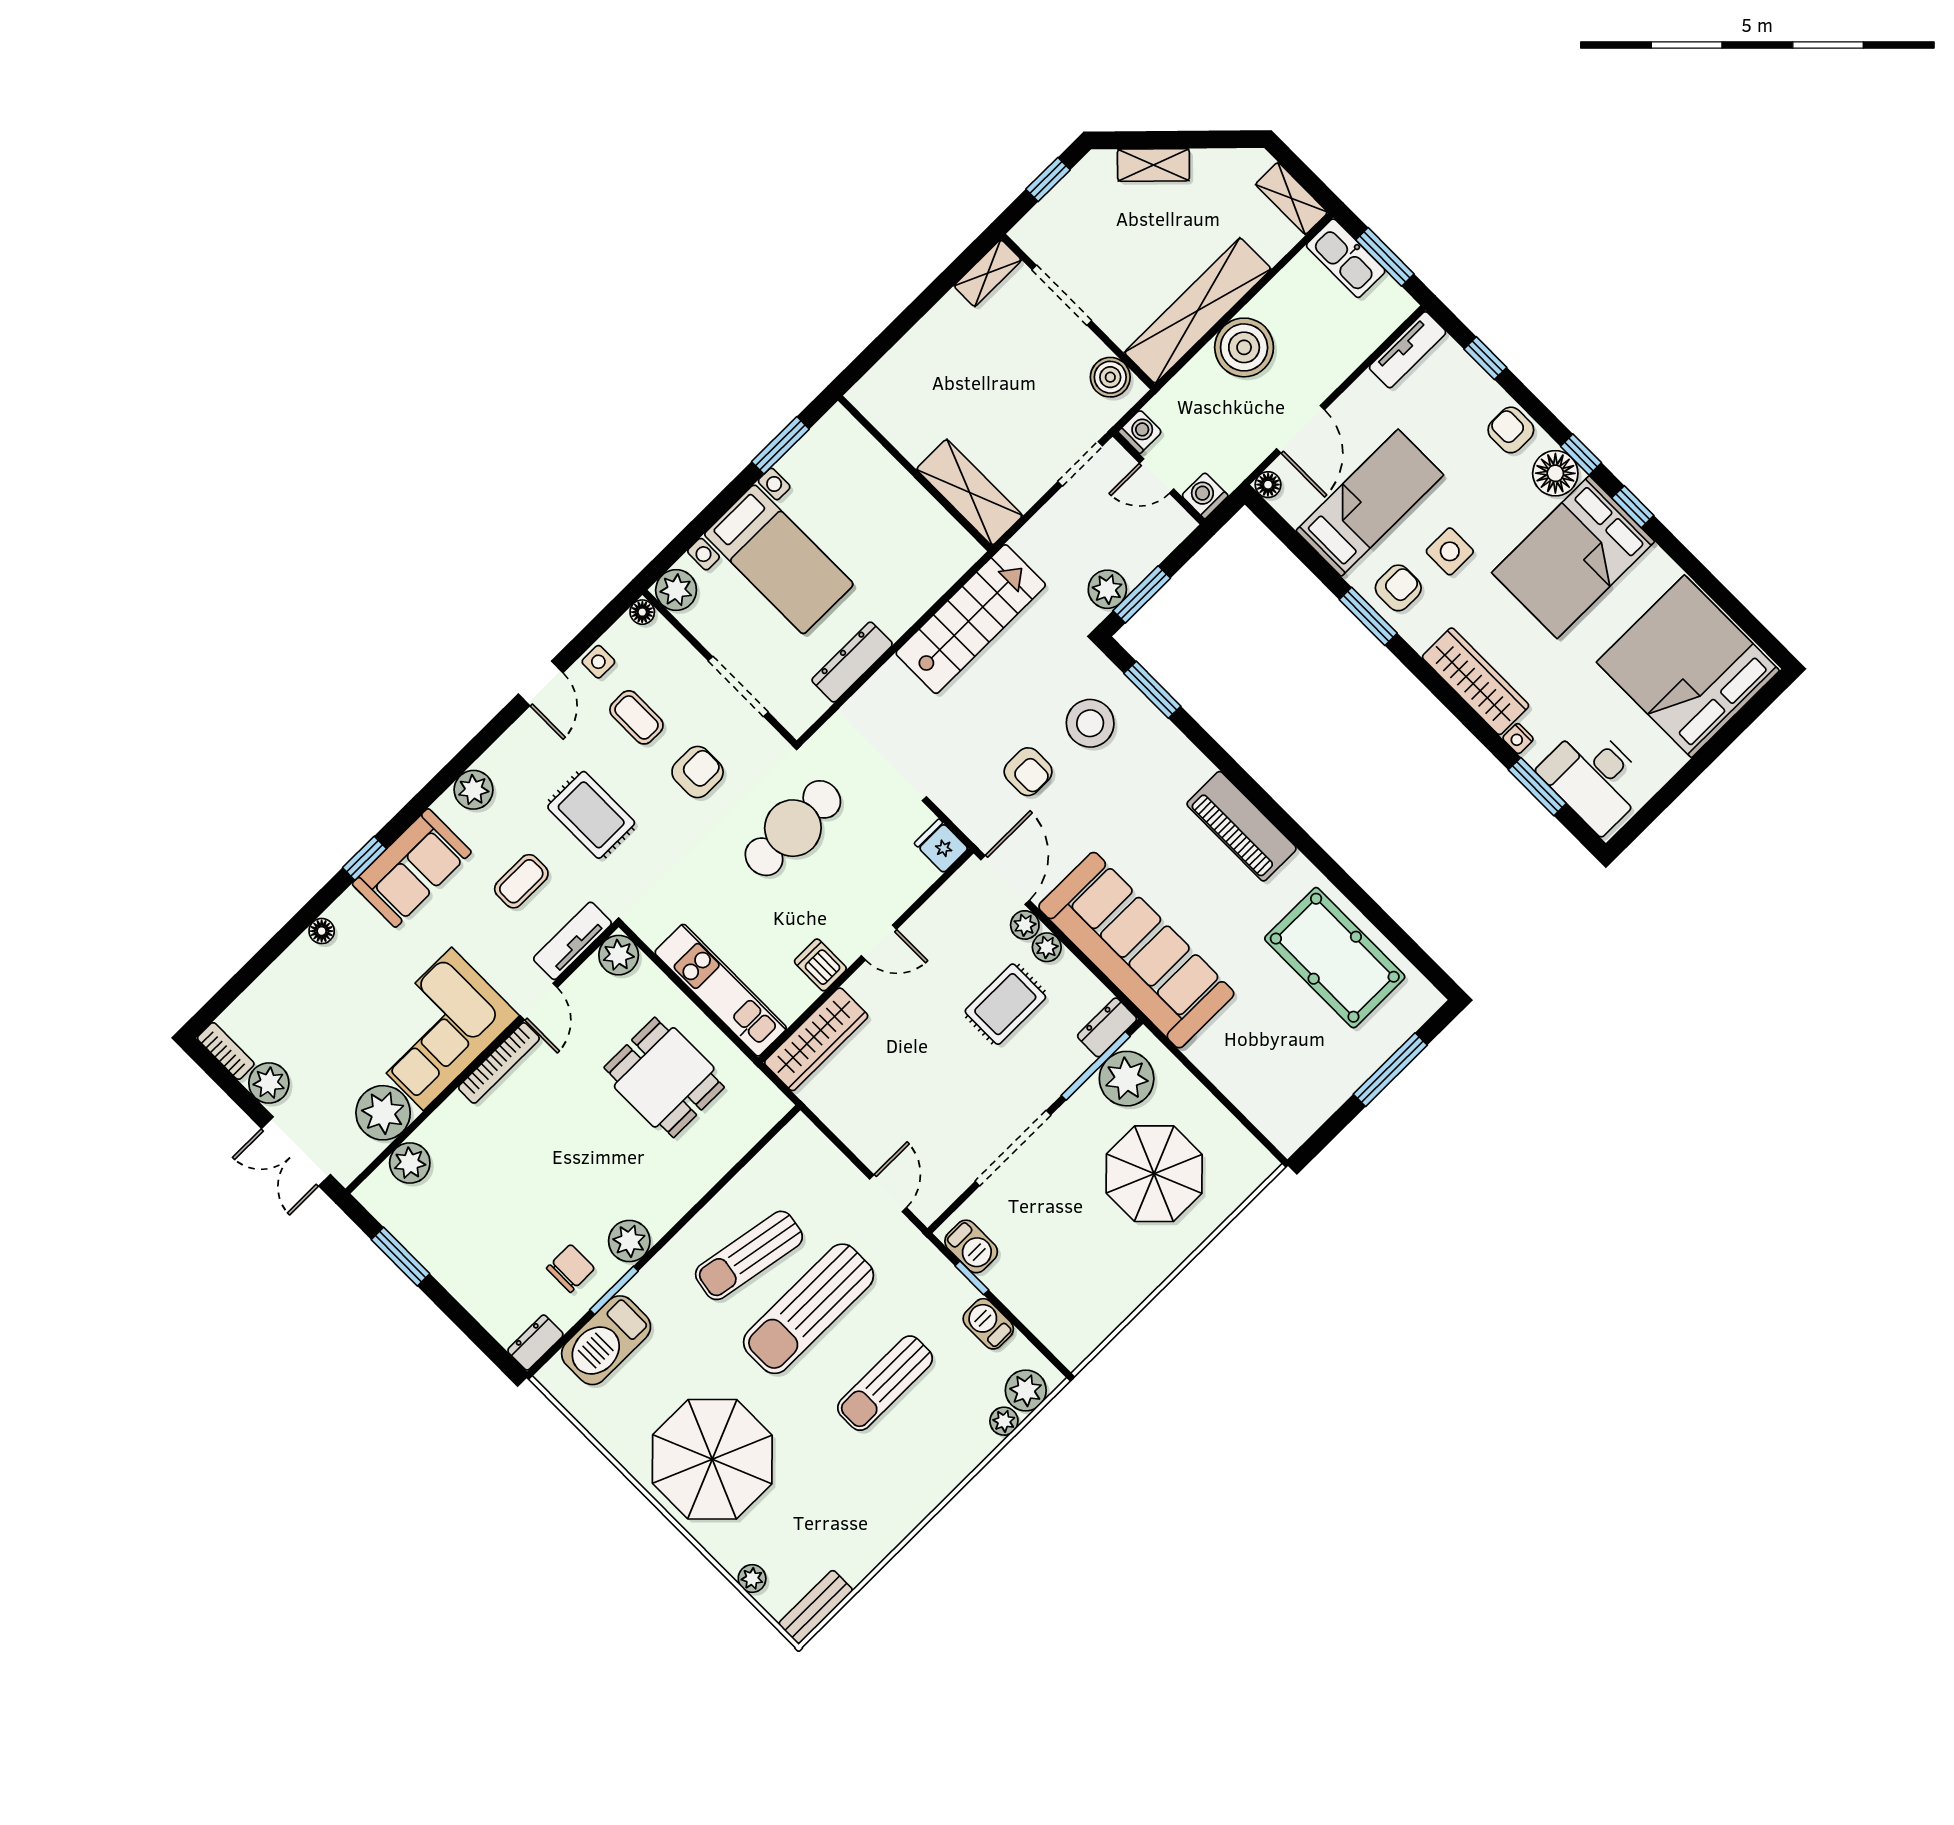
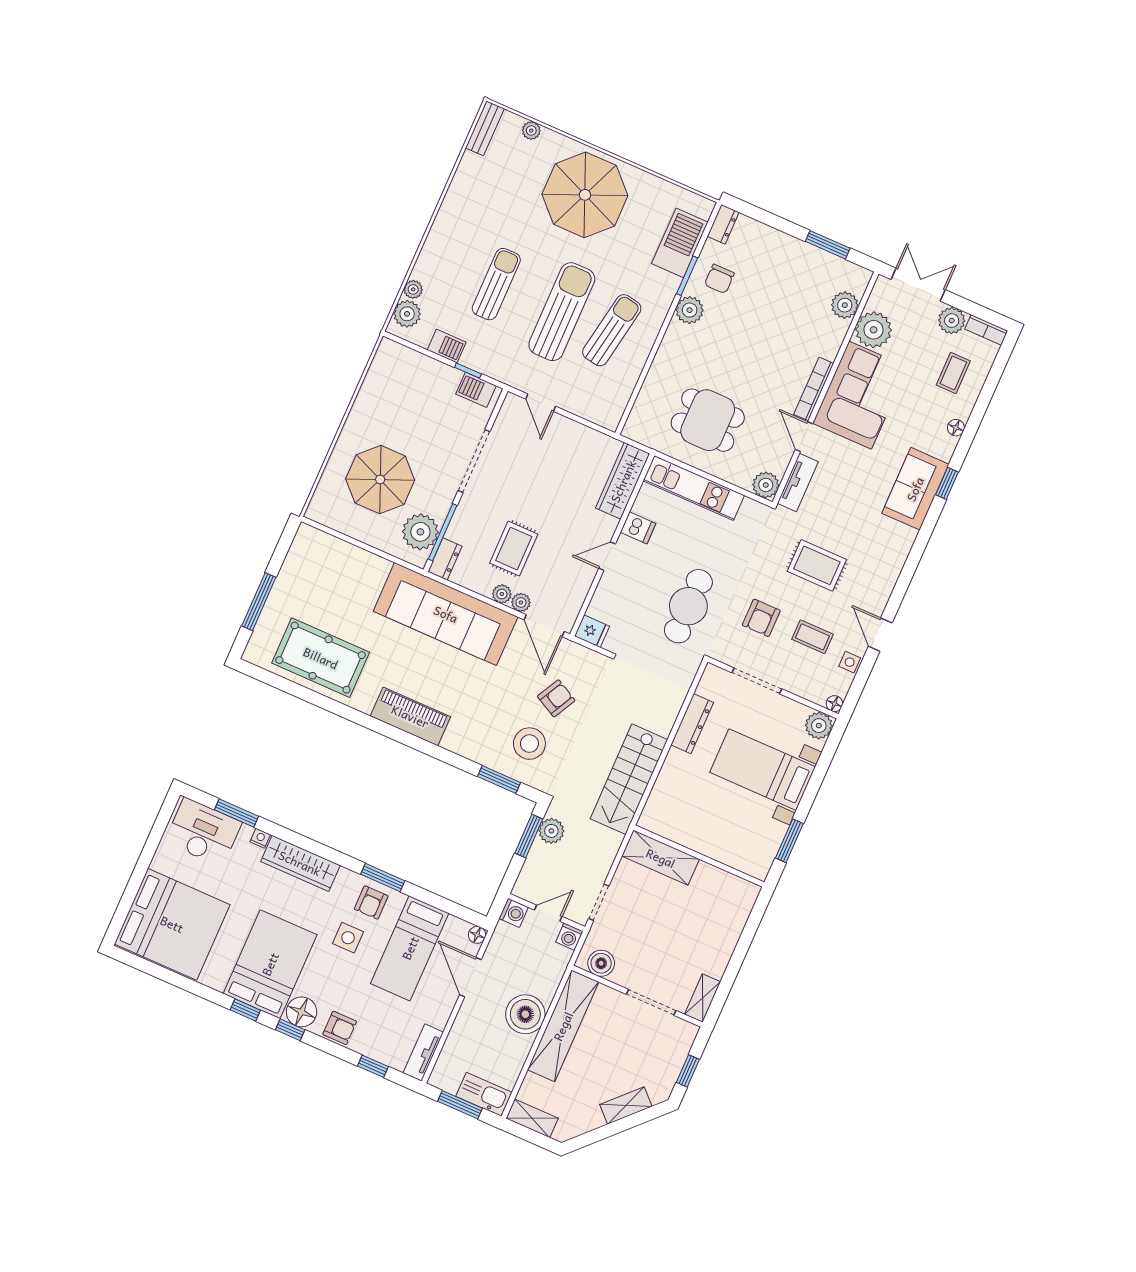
armchair: (1028, 772) -> (556, 698), turned 118
plant: (474, 790) -> (896, 552), removed
coffee table: (521, 881) -> (953, 373), moved

